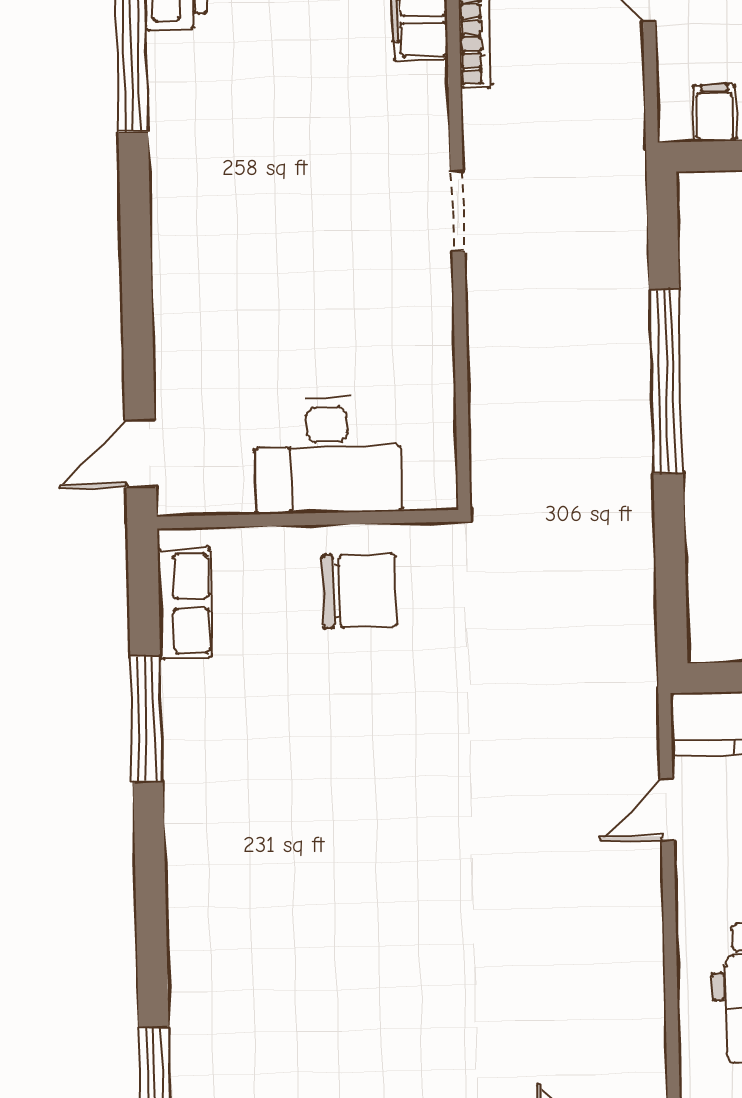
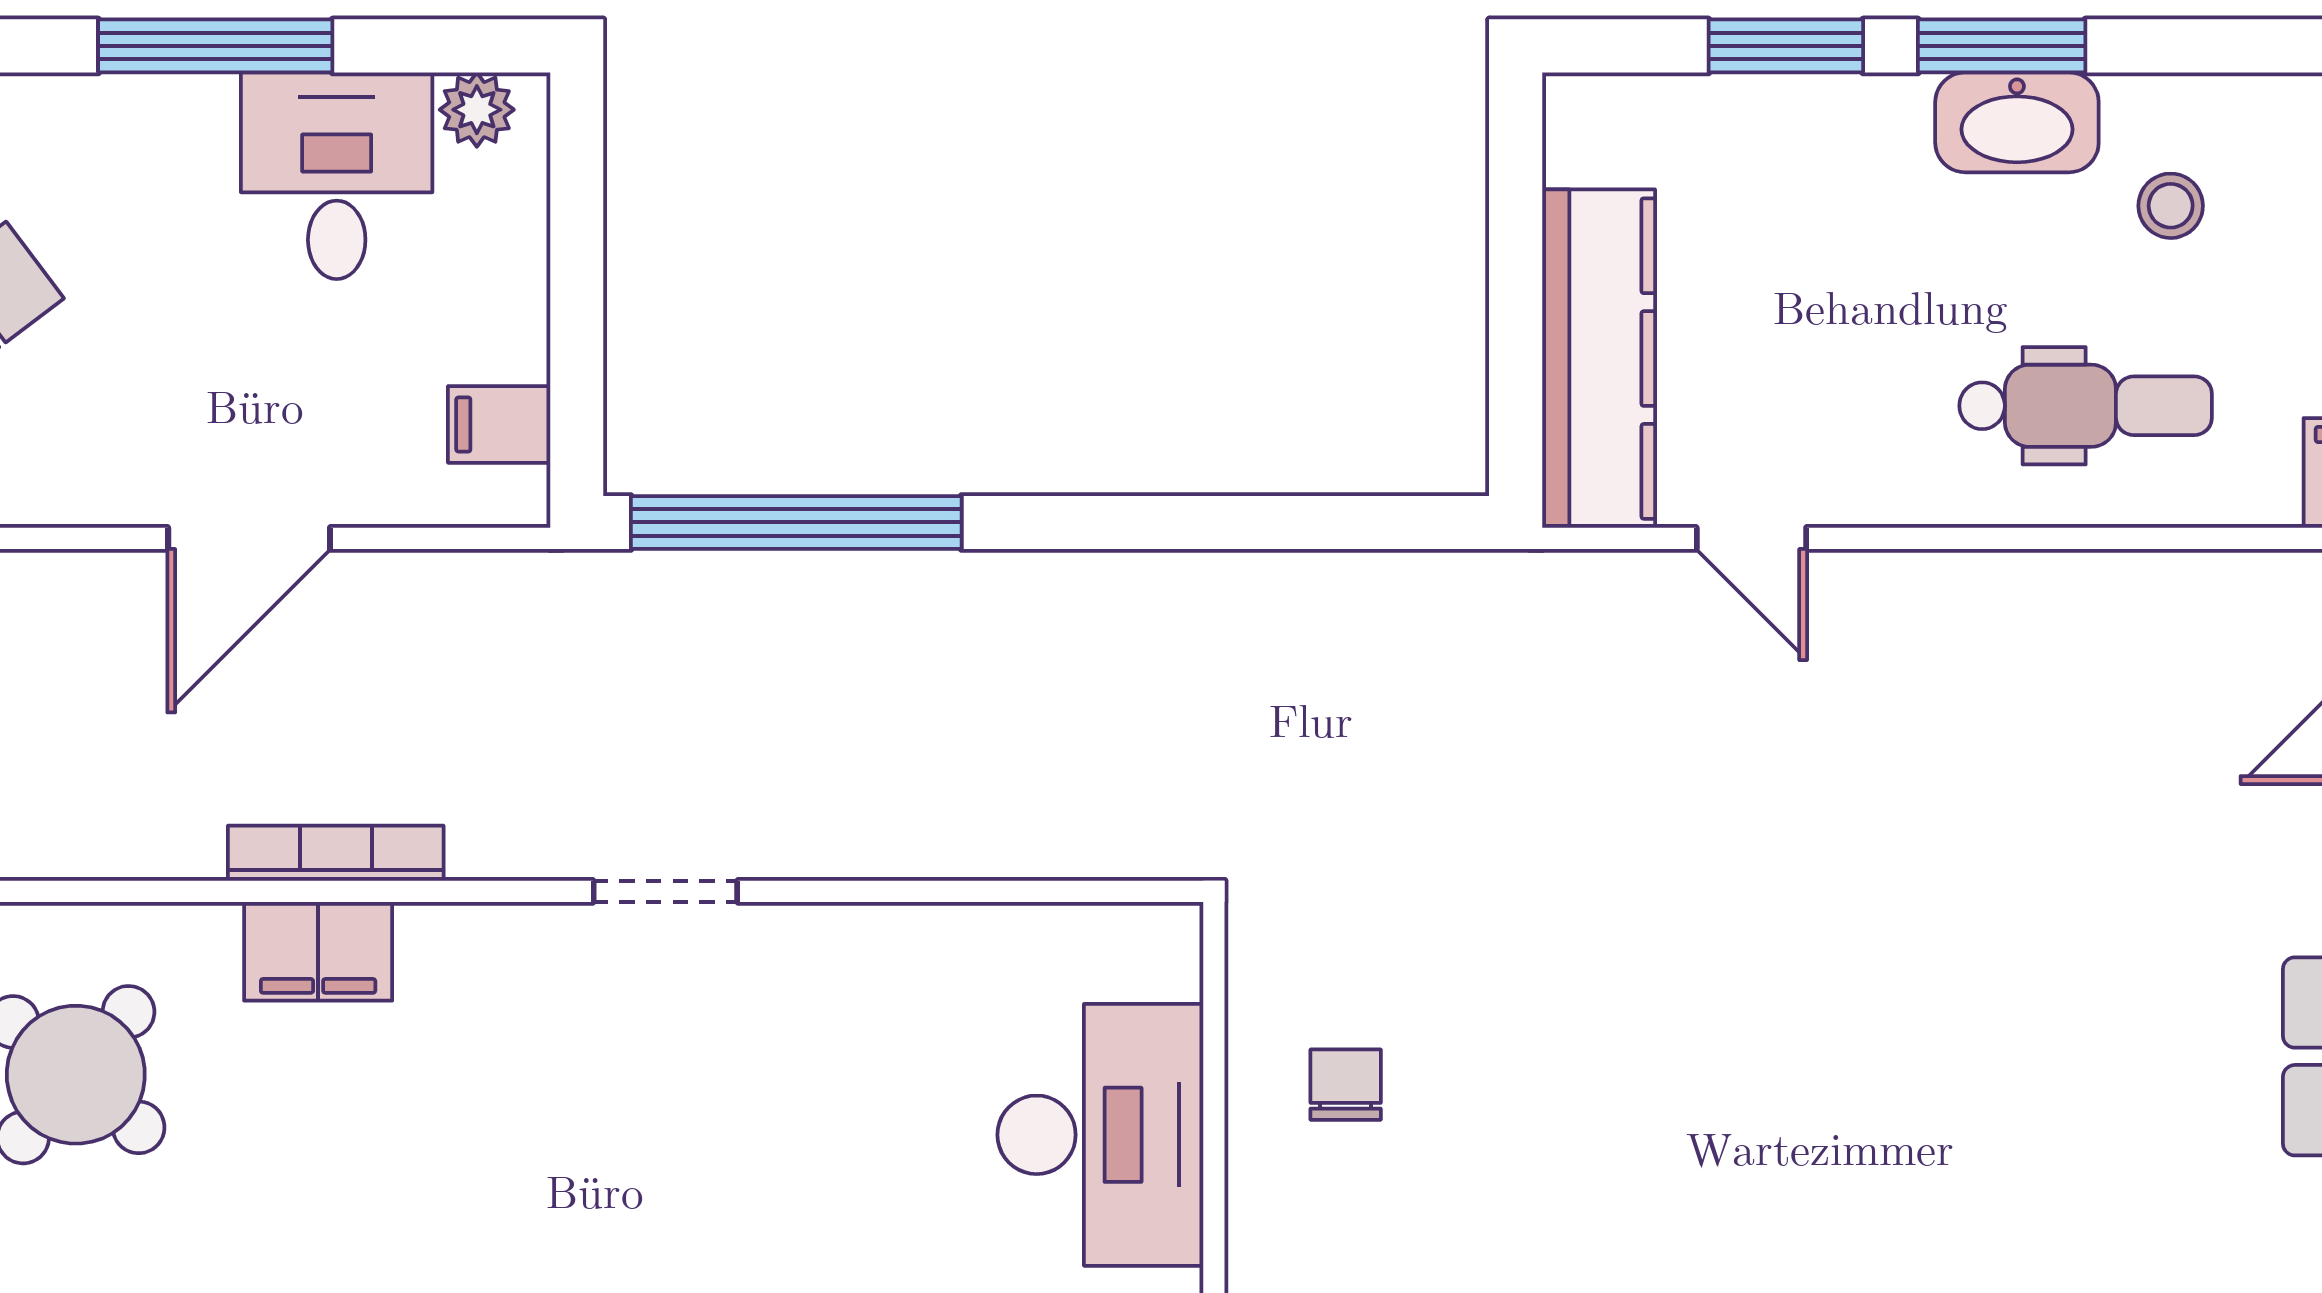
window: (666, 381) -> (796, 522), moved
chair: (359, 591) -> (1346, 1085), width x0.54, depth x0.54

